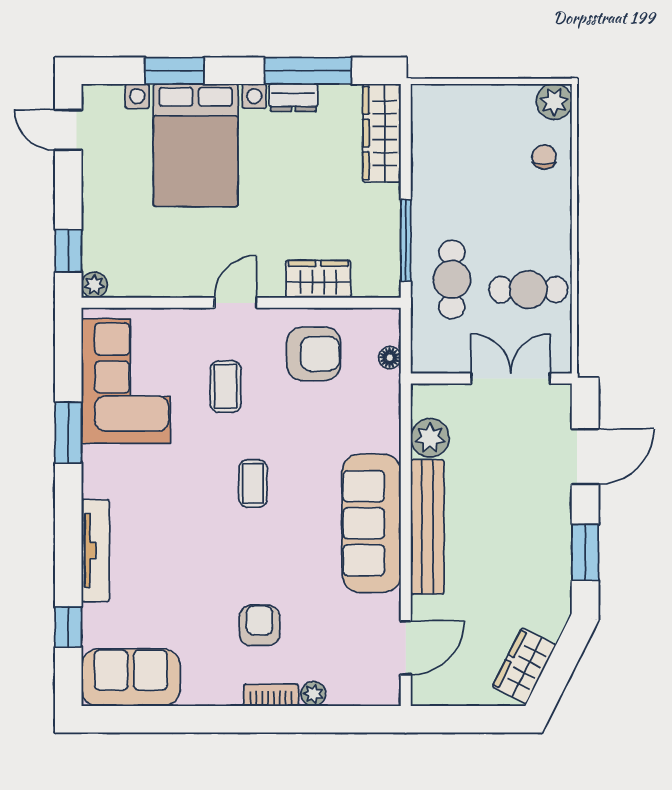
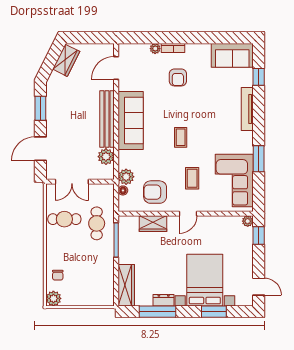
plant: (382, 390) -> (126, 177), added

